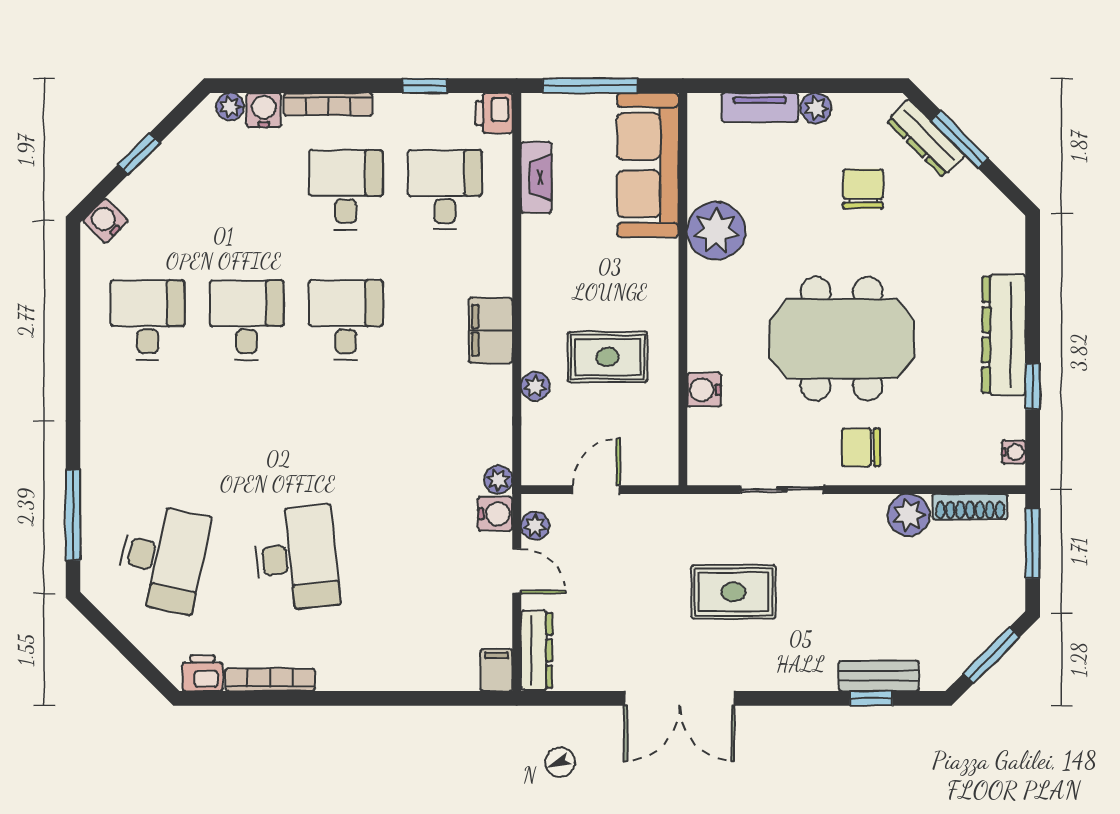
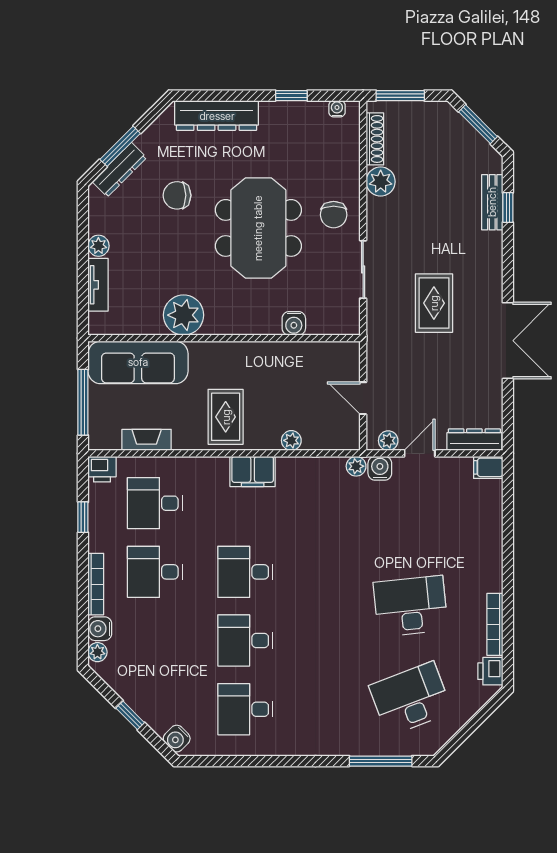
chair: (863, 189) -> (177, 195), moved
dresser: (1004, 335) -> (217, 116), moved
rug: (608, 357) -> (226, 417), moved
desk: (163, 558) -> (411, 699), turned -33

